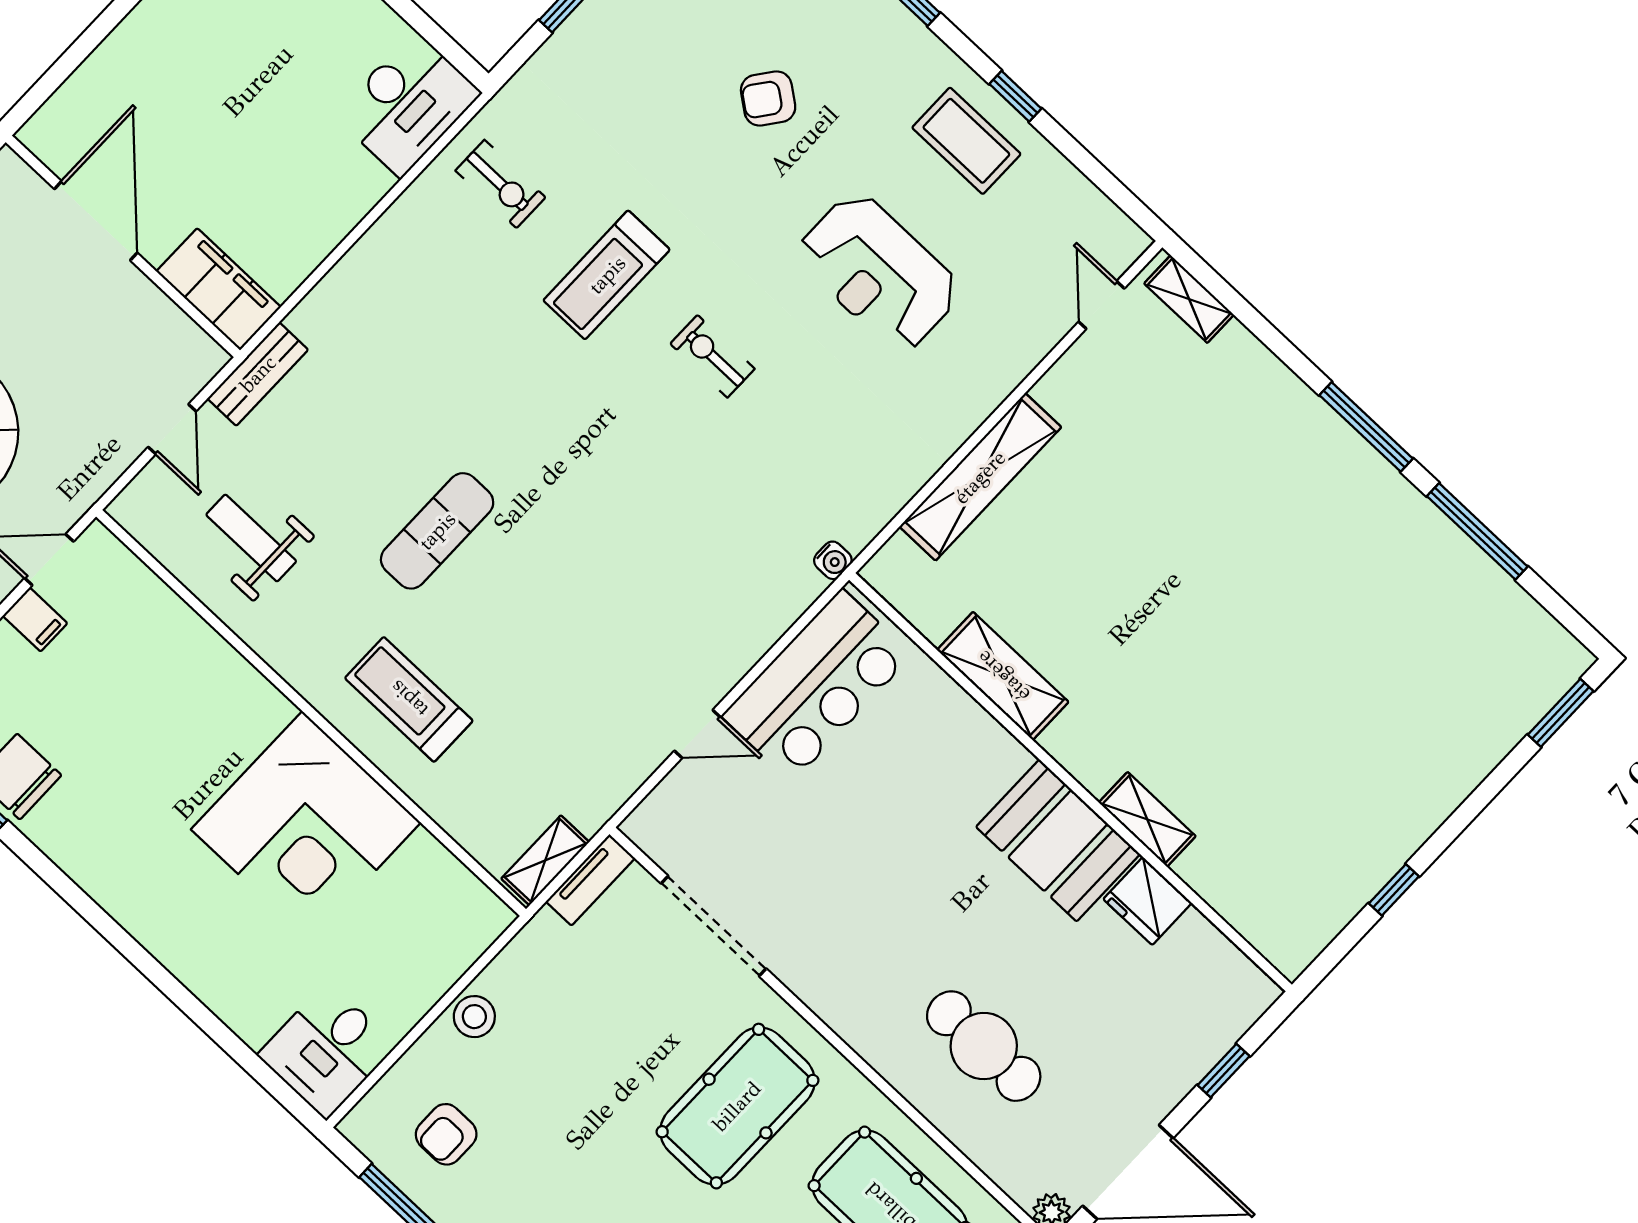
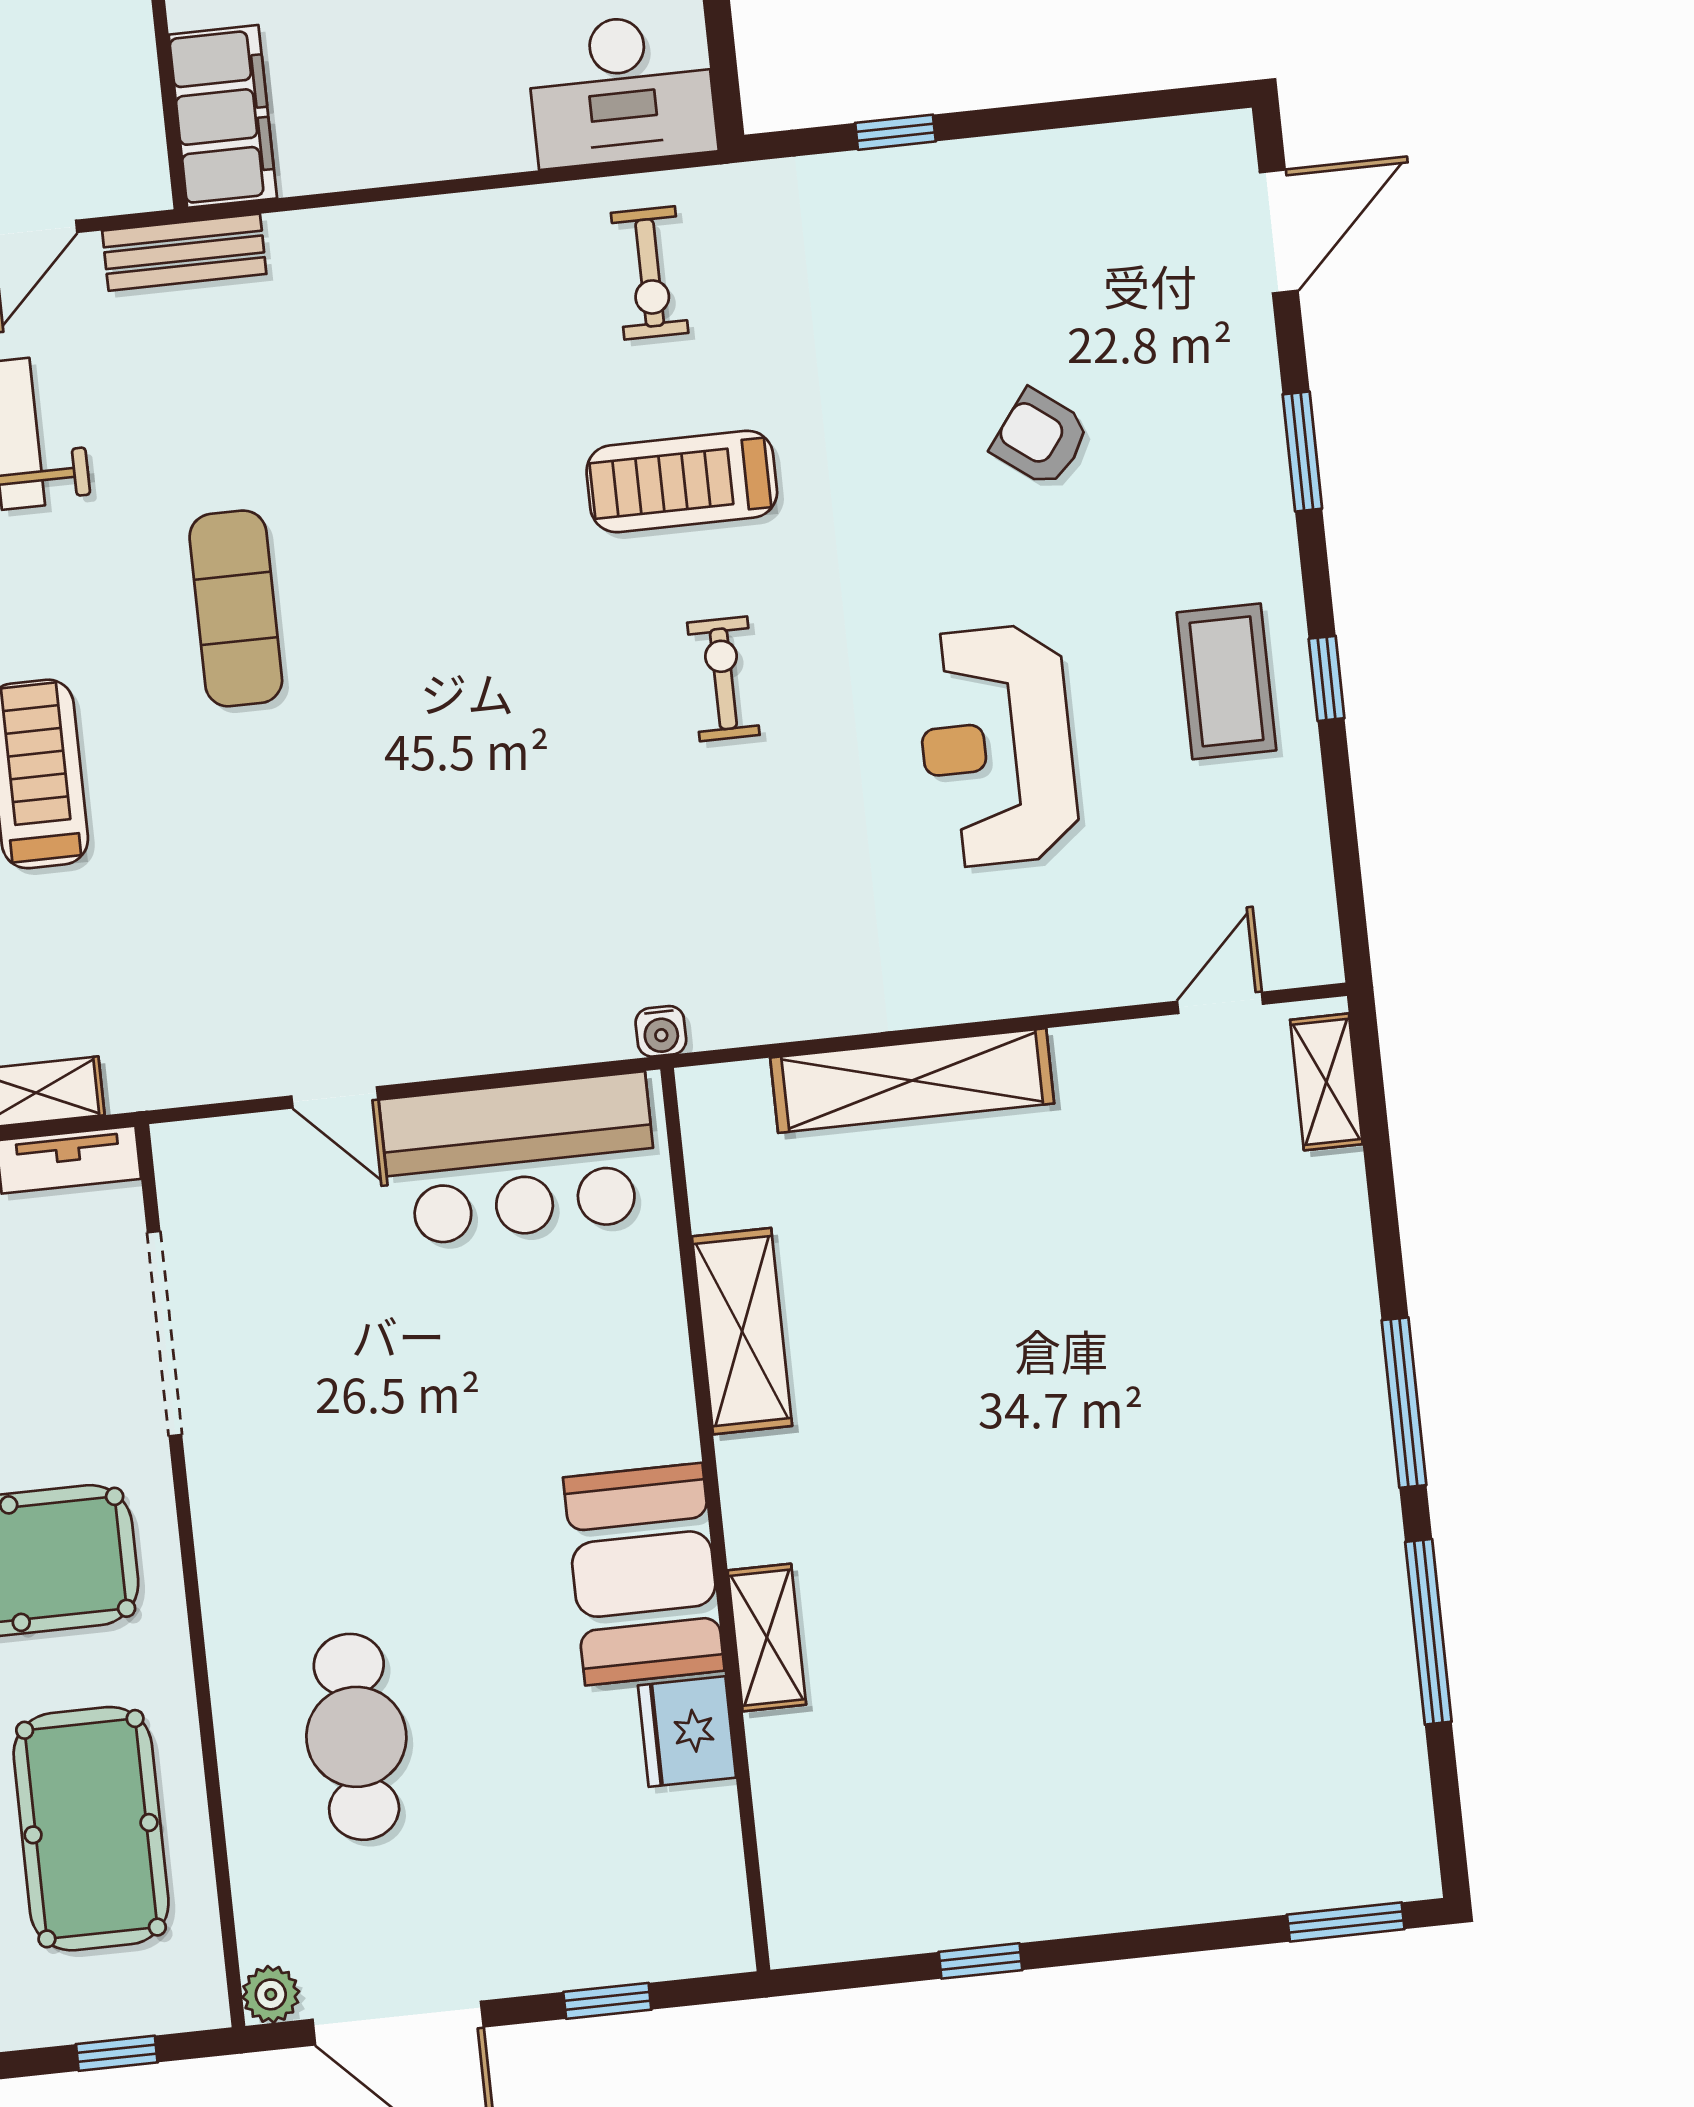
exercise mat: (437, 531) -> (236, 608), turned 90

